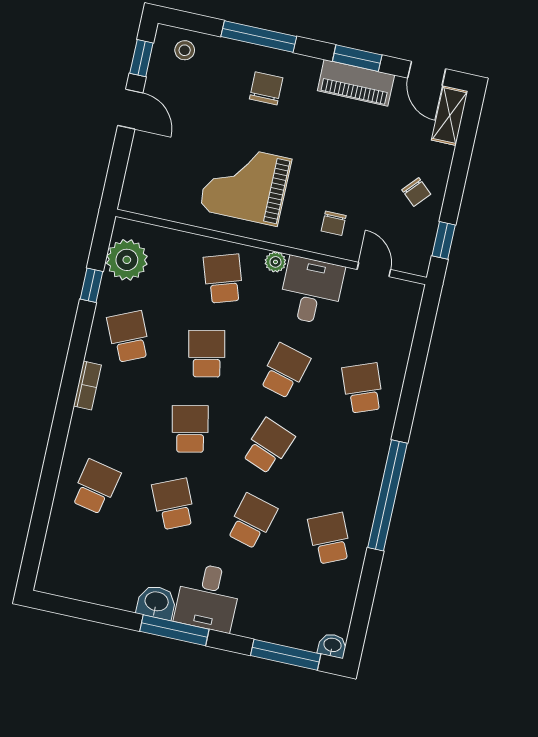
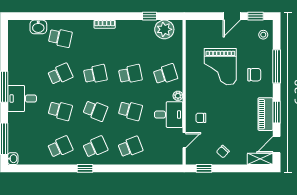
grand piano: (245, 184) -> (220, 67), moved, turned 180
school desk: (129, 337) -> (95, 147), moved
window: (388, 495) -> (85, 168), width x0.32
washbasin: (156, 602) -> (38, 27), moved, turned 90

